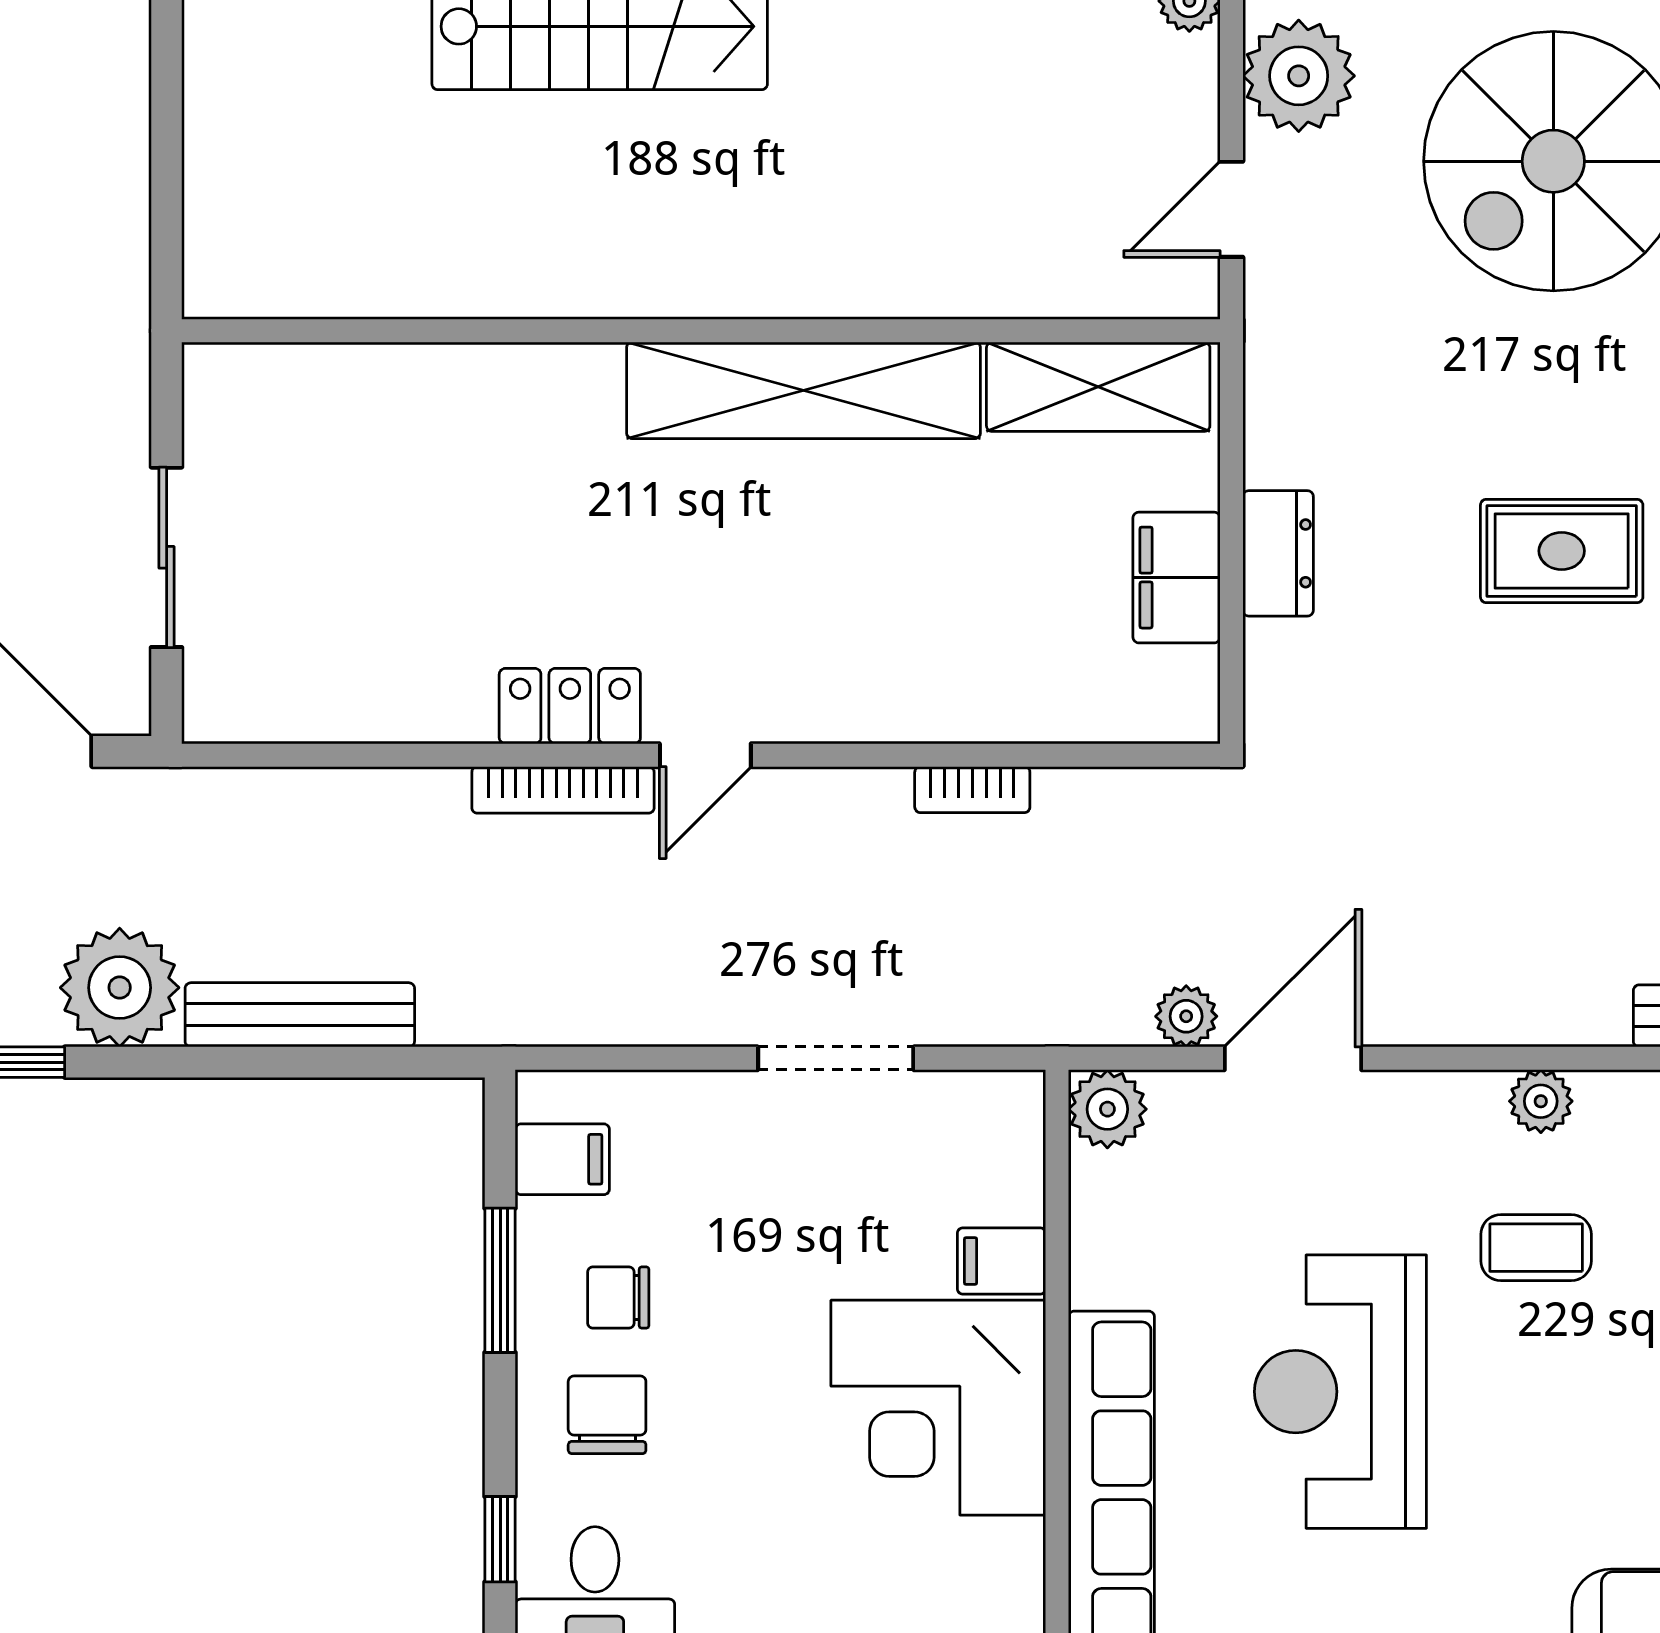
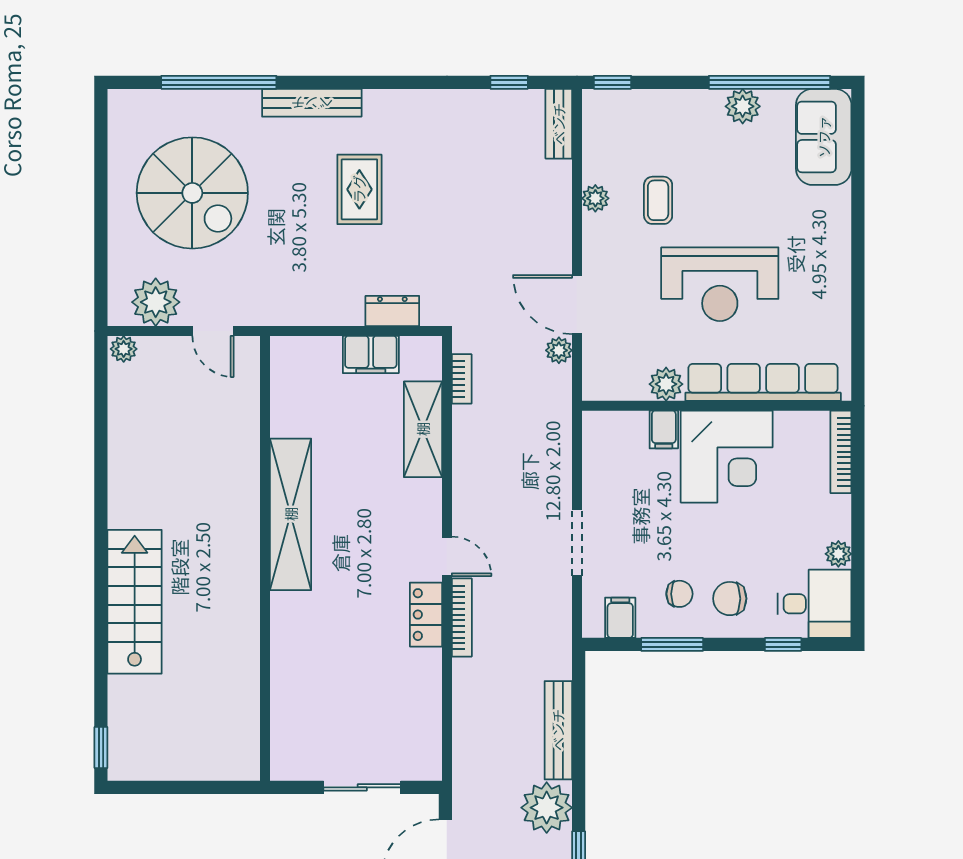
shelving: (1098, 387) -> (423, 429), moved
dresser: (1278, 553) -> (392, 311), moved
bookcase: (972, 790) -> (462, 379), moved
doorway: (836, 1058) -> (577, 543), moved
plant: (1107, 1109) -> (666, 384), moved
chair: (618, 1298) -> (679, 594), turned -90

